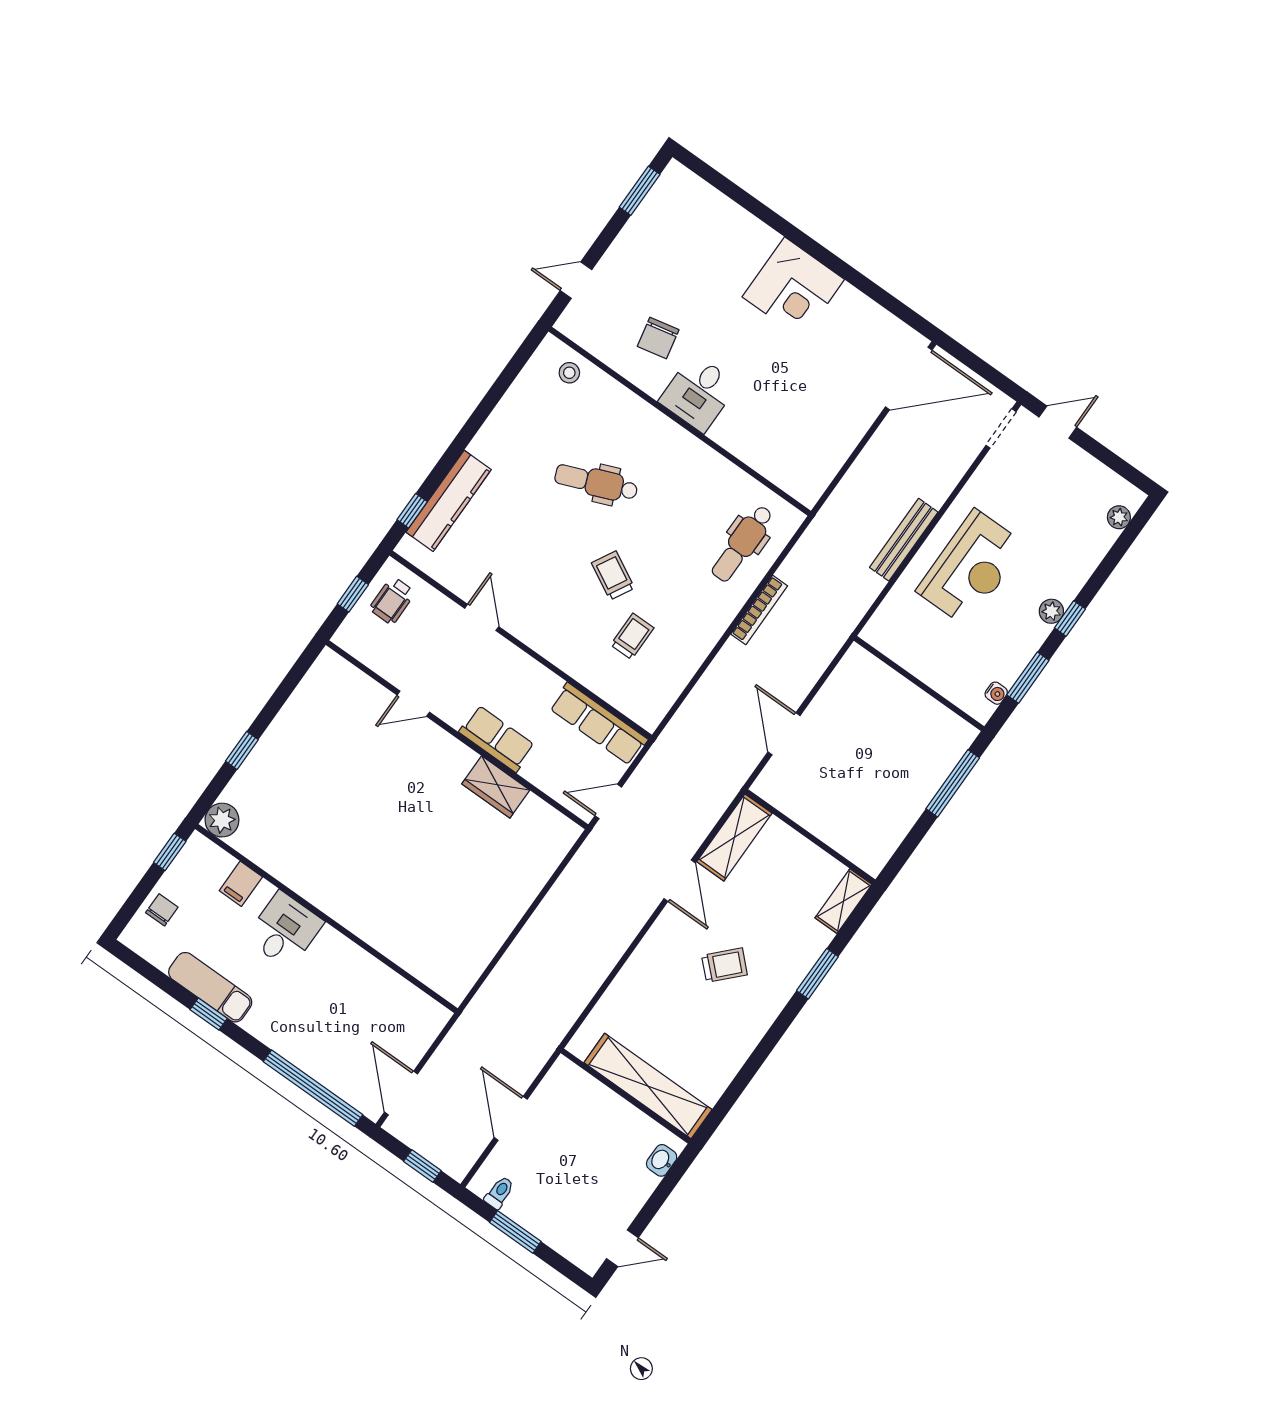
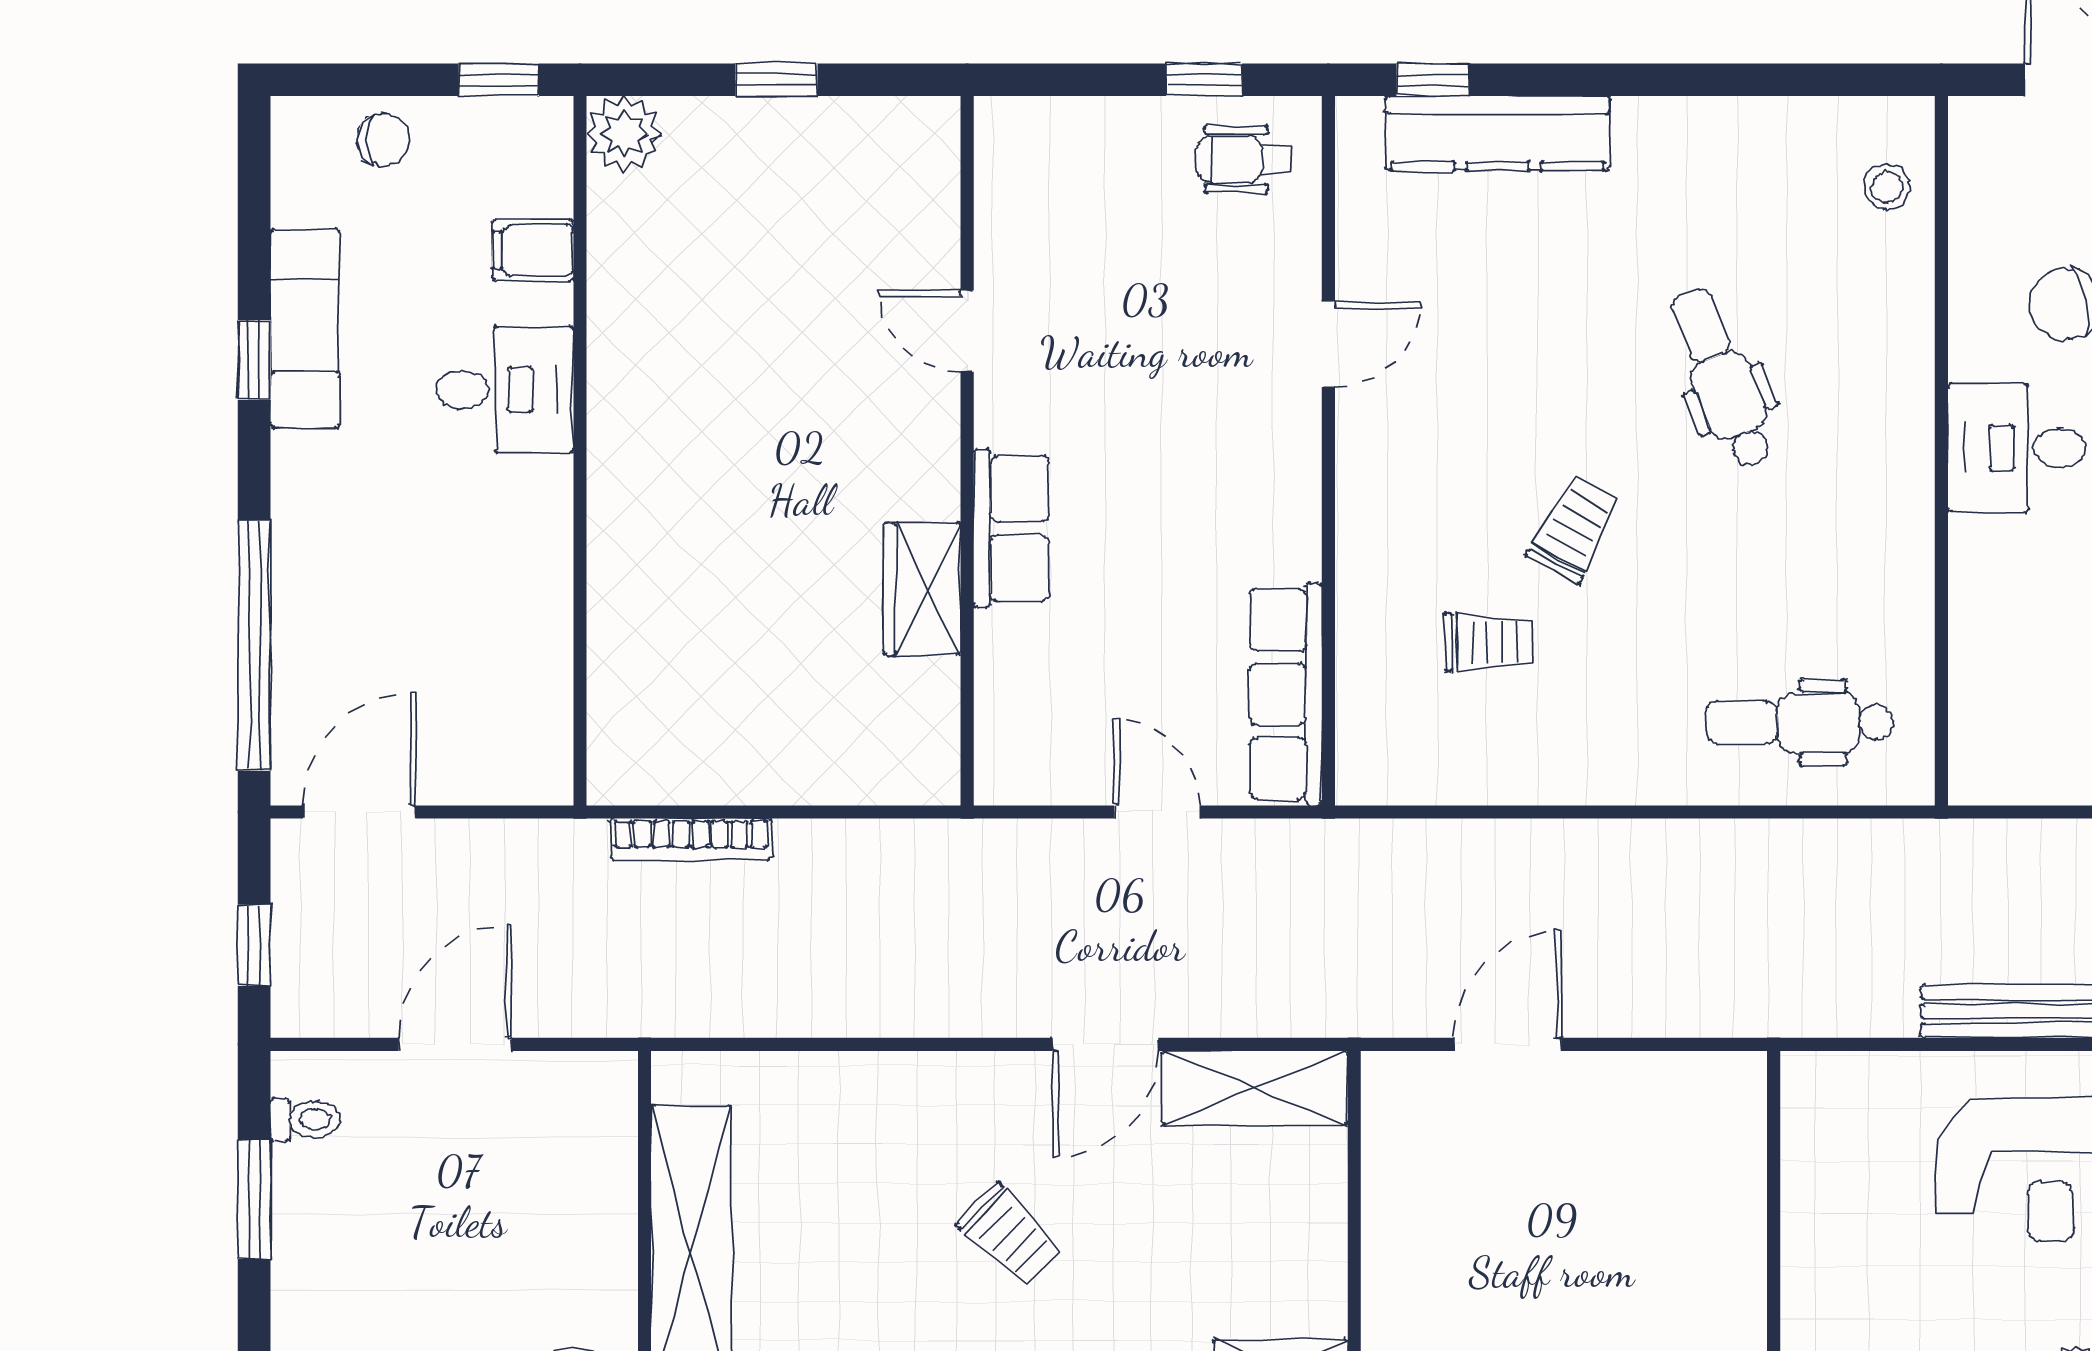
bookcase: (759, 610) -> (691, 839), moved
door: (413, 704) -> (967, 331), moved
wall: (457, 735) -> (967, 451), moved
row of seats: (497, 739) -> (1011, 529), moved
wardrobe: (496, 787) -> (922, 589), moved

